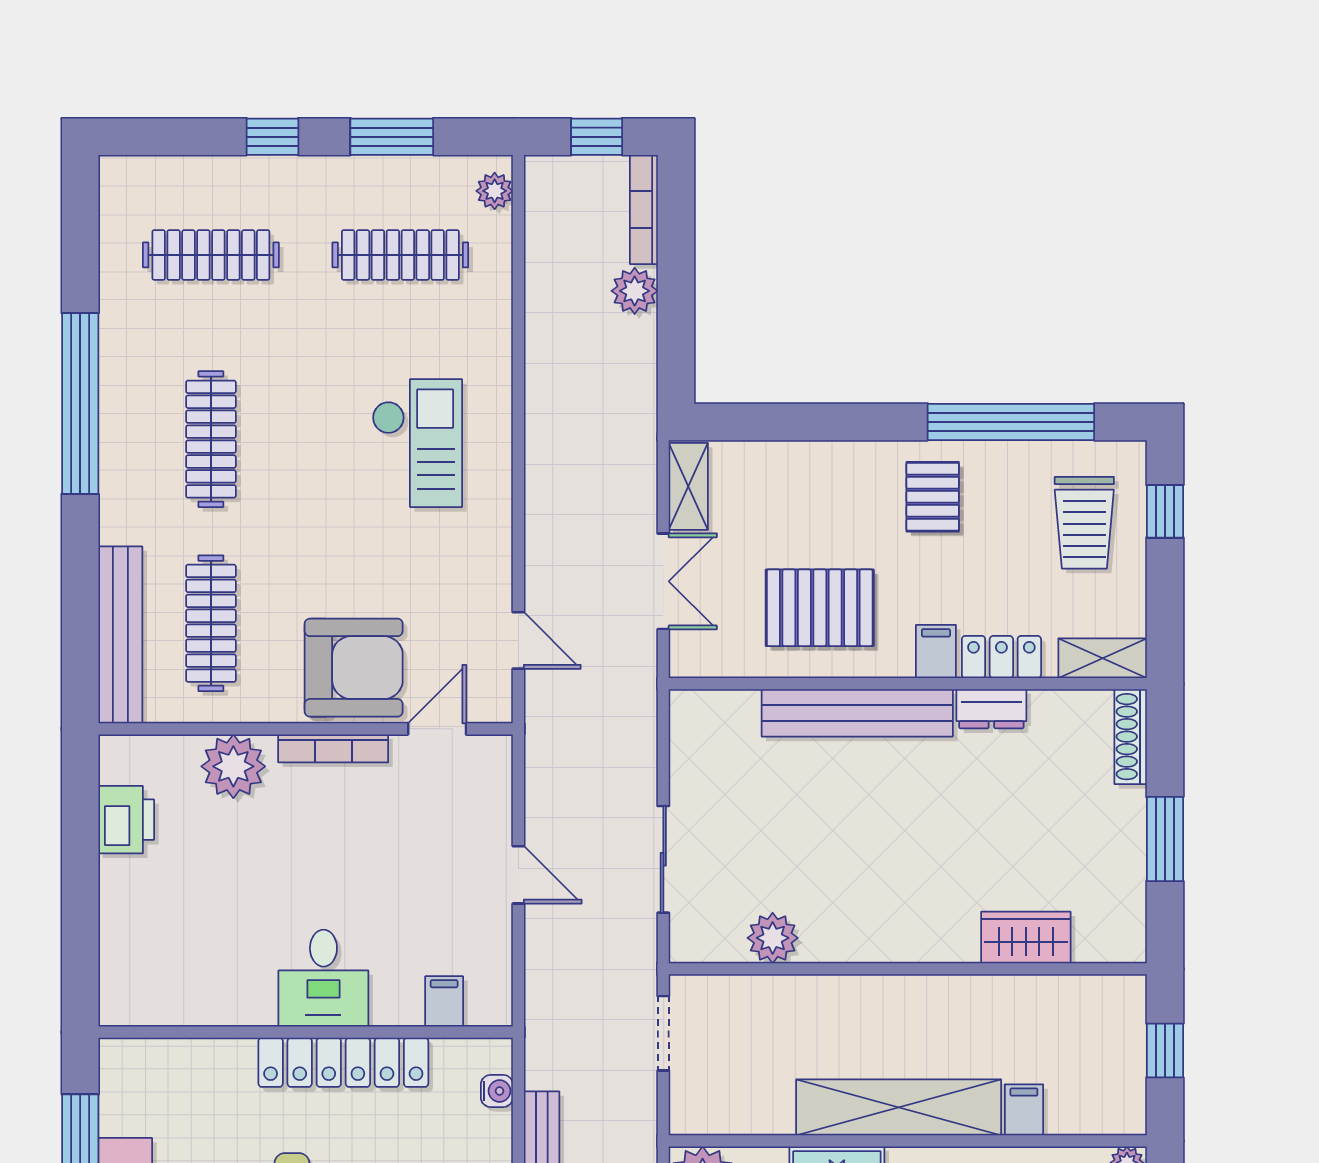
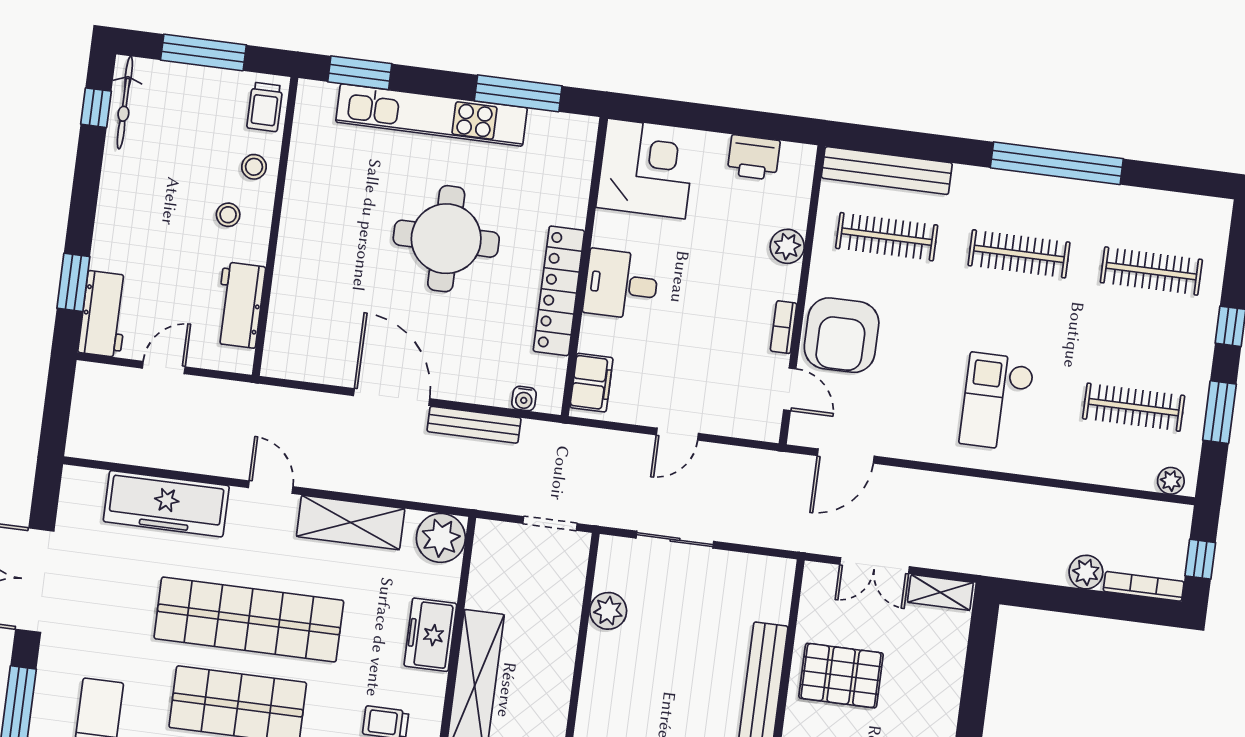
clothes rail: (211, 255) -> (1151, 271), turned 90
clothes rail: (400, 255) -> (1134, 407), turned 90
checkout: (417, 443) -> (997, 402), turned 90
pallet: (820, 608) -> (841, 676), turned 90
door: (518, 640) -> (846, 456), width x1.38
bookcase: (333, 748) -> (784, 327), width x0.64
plant: (233, 766) -> (787, 246), width x0.73, depth x0.73
corner desk: (160, 965) -> (646, 169), added
filing cabinet: (444, 1001) -> (591, 383), width x2.00

